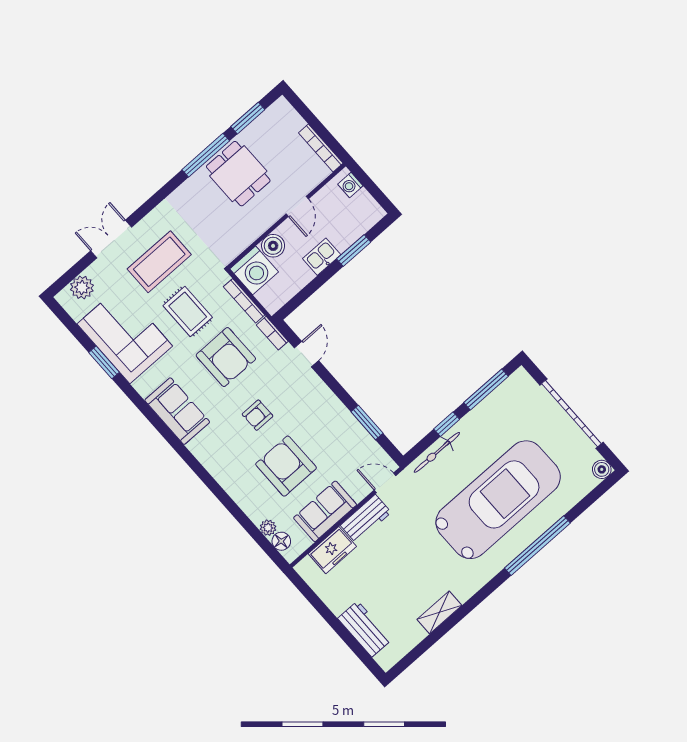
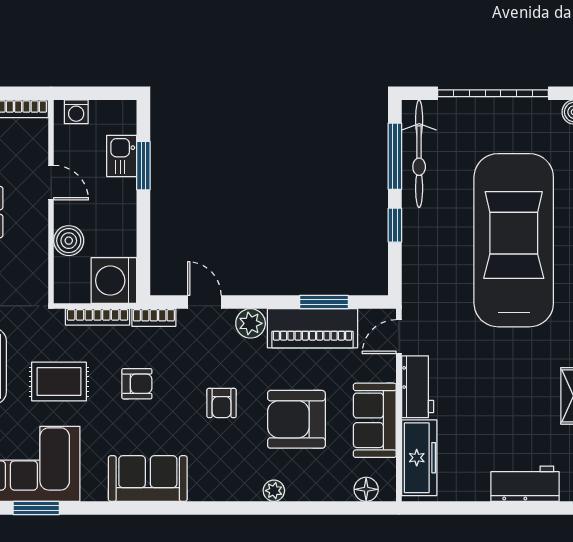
kitchen sink: (322, 257) -> (122, 156), moved
washing machine: (254, 270) -> (114, 281), moved, turned 180
armchair: (226, 357) -> (137, 384), width x0.53, depth x0.53
plant: (318, 391) -> (251, 323), added
piano: (346, 429) -> (313, 328), added
bicycle: (437, 452) -> (419, 154), moved, width x1.37, depth x1.40
plant: (268, 528) -> (274, 491), moved
freezer: (332, 550) -> (419, 458), width x1.40

